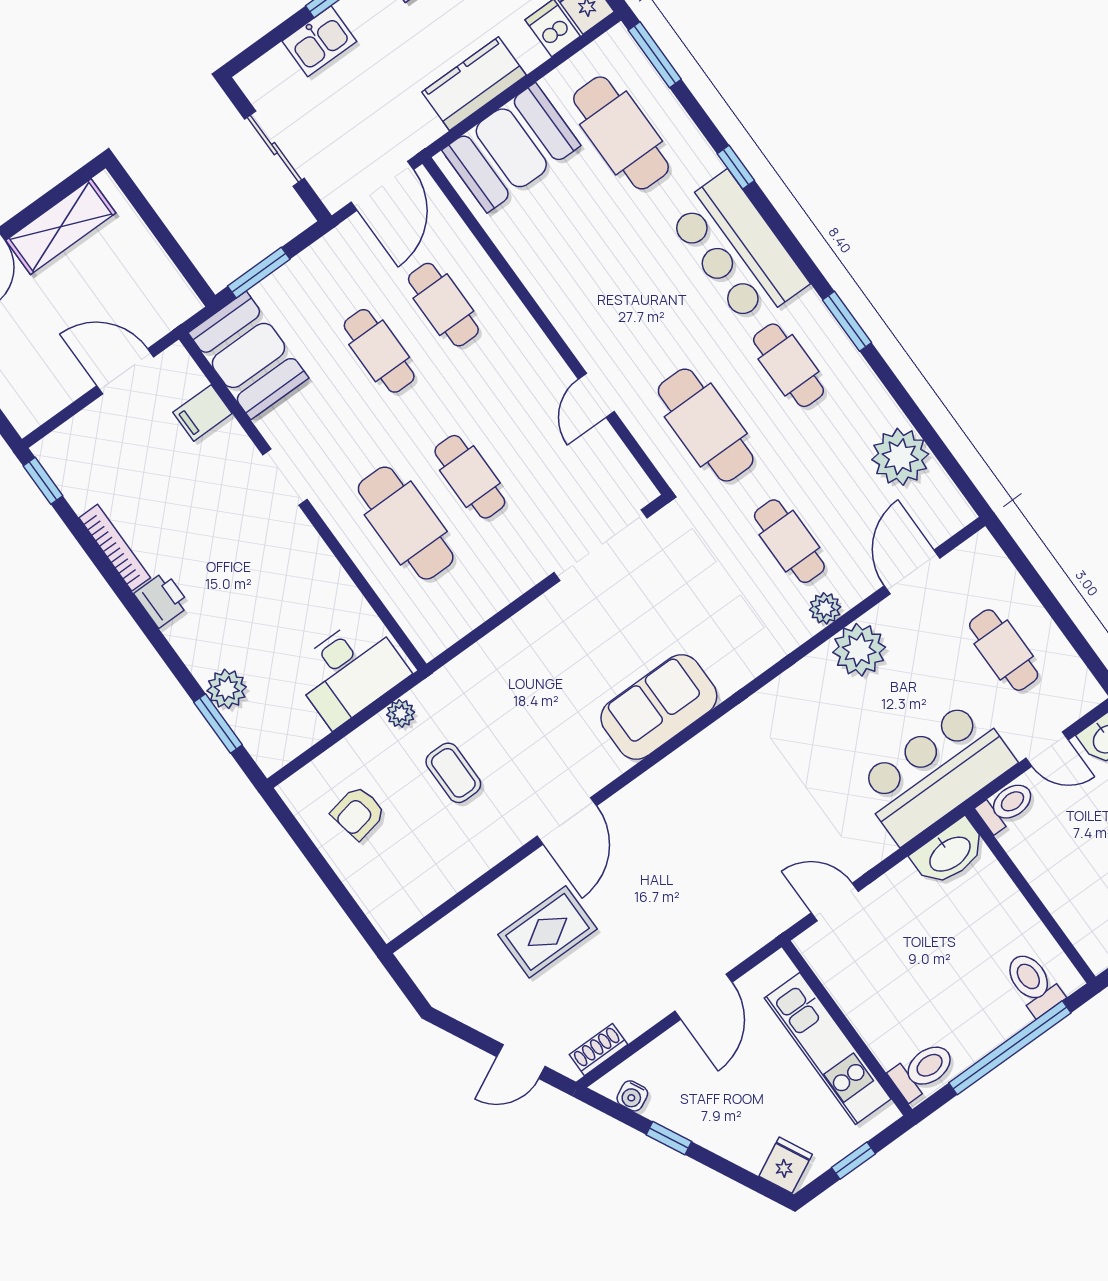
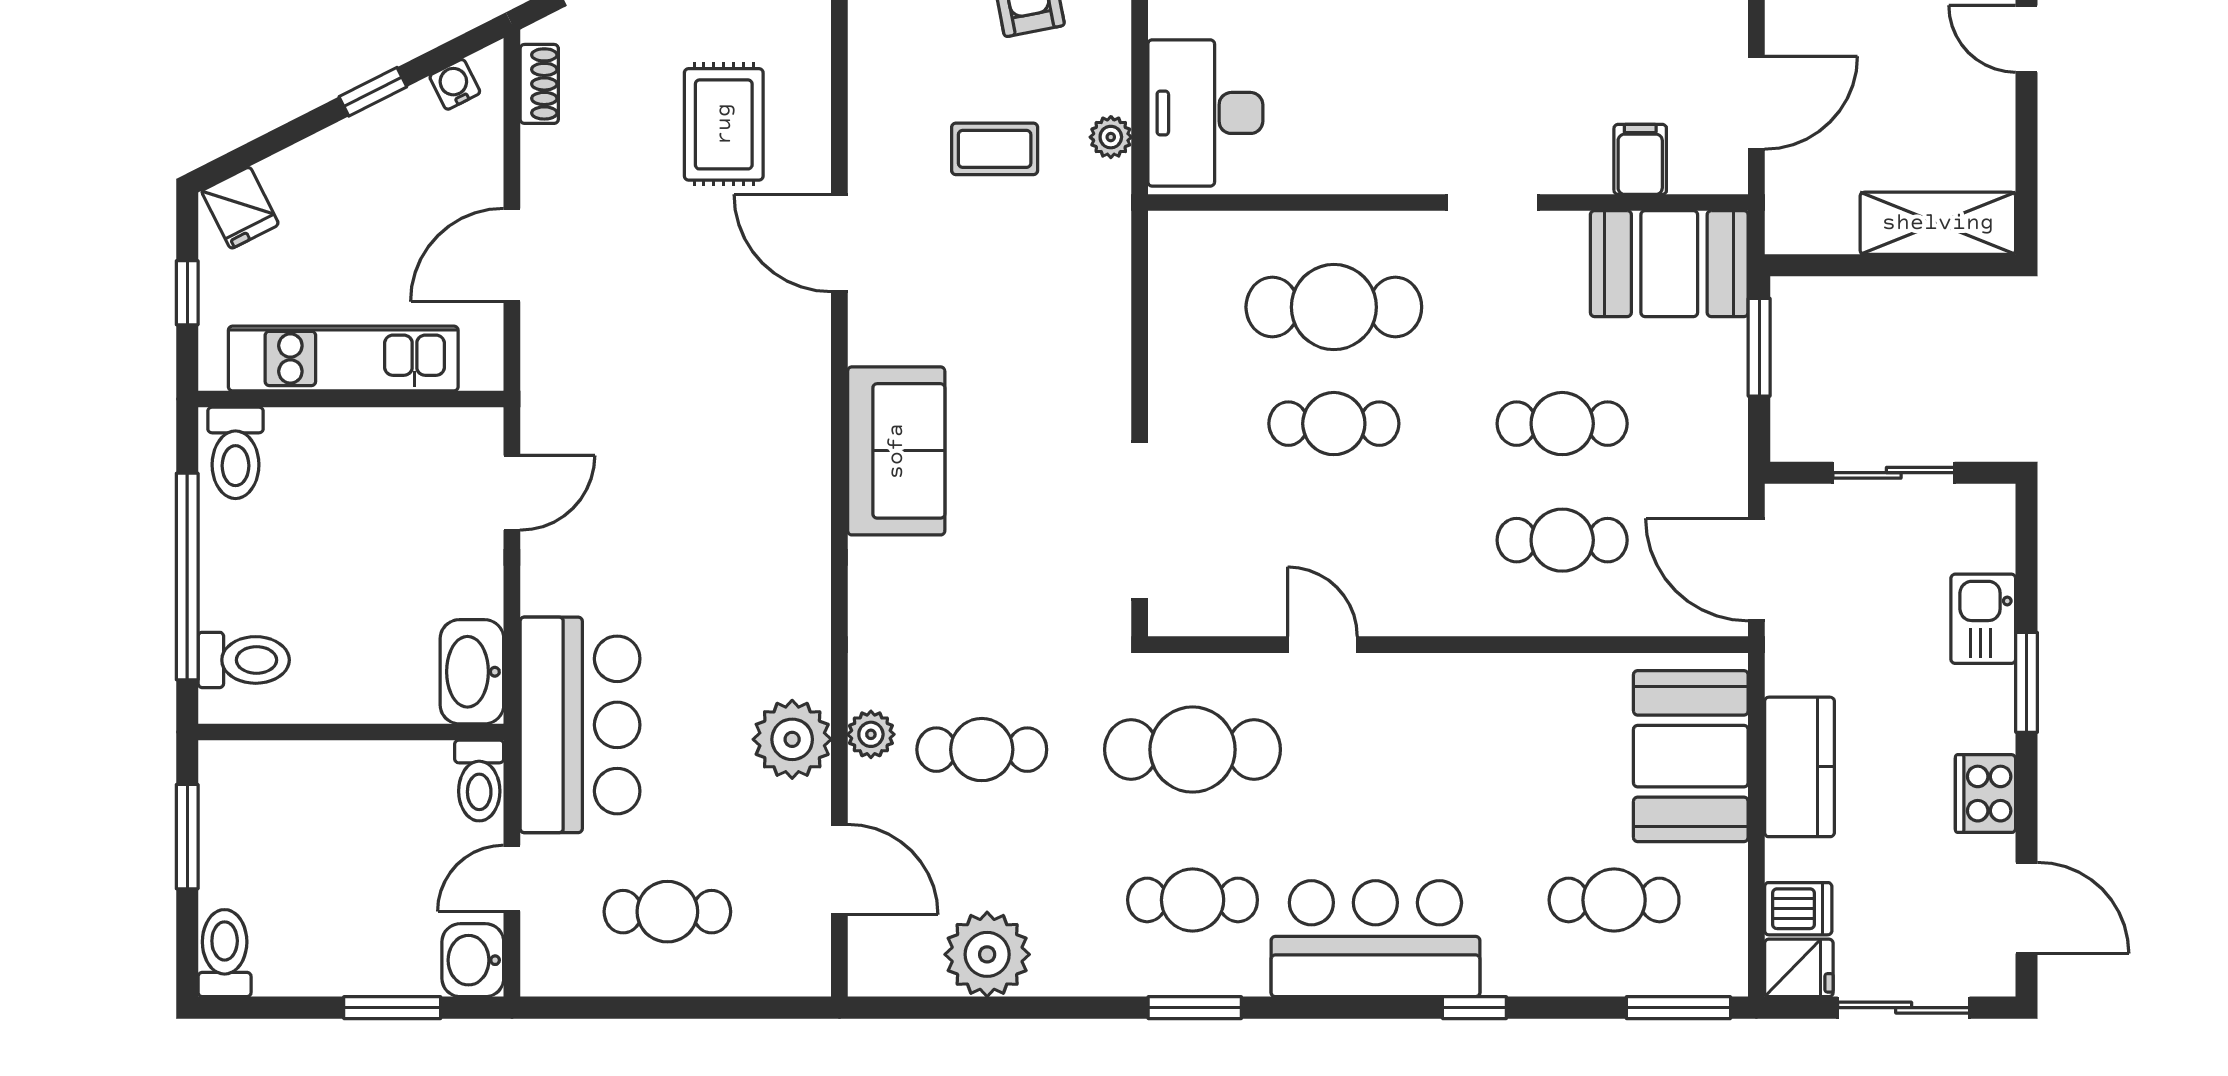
cafe table: (621, 133) -> (1614, 900), width x0.73, depth x0.74
shelving: (61, 227) -> (1938, 223), moved, turned 90
door: (704, 997) -> (512, 255), hinge flipped

